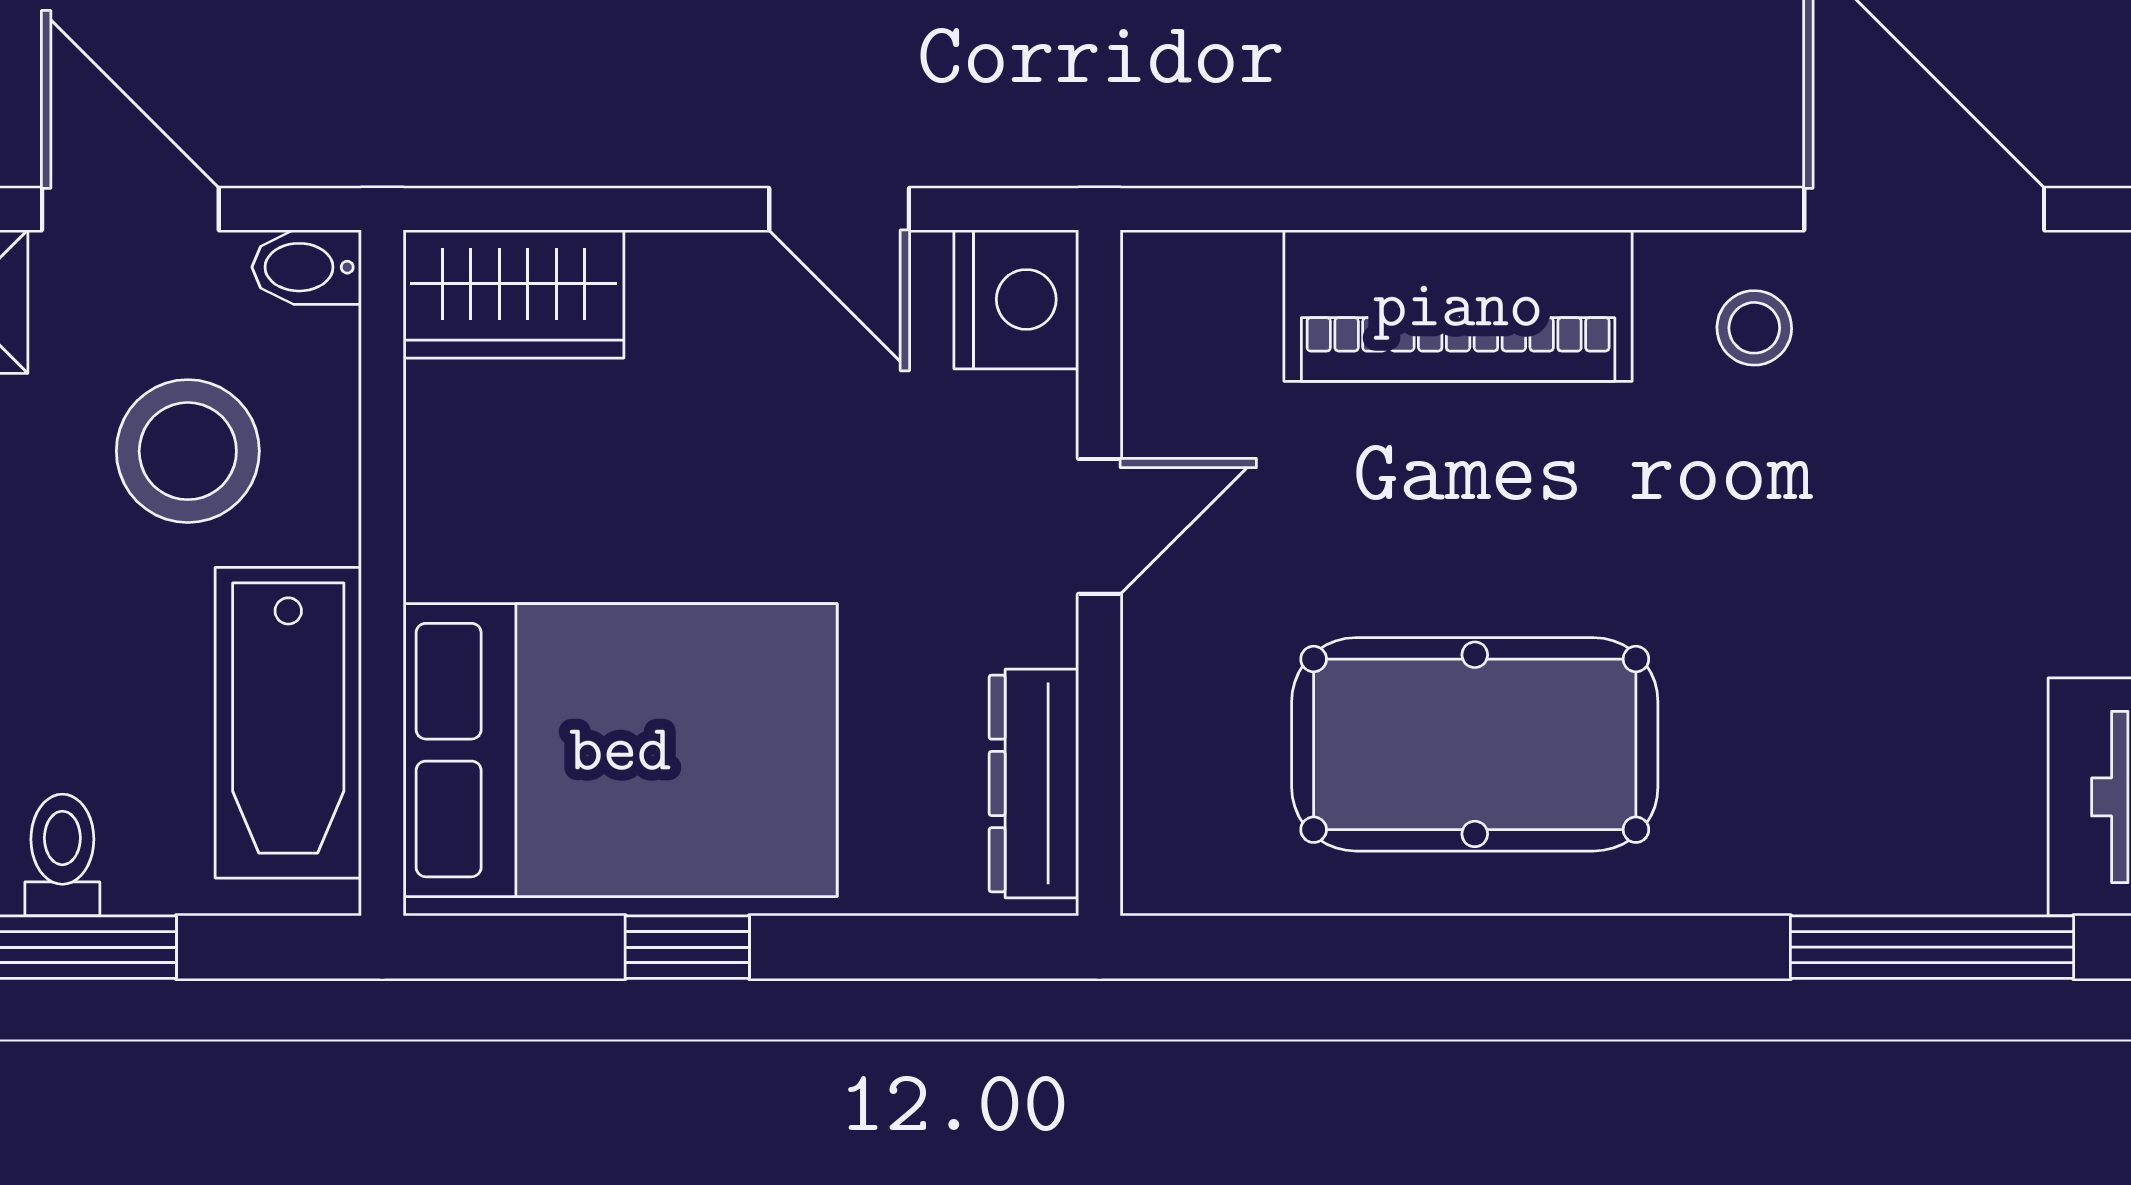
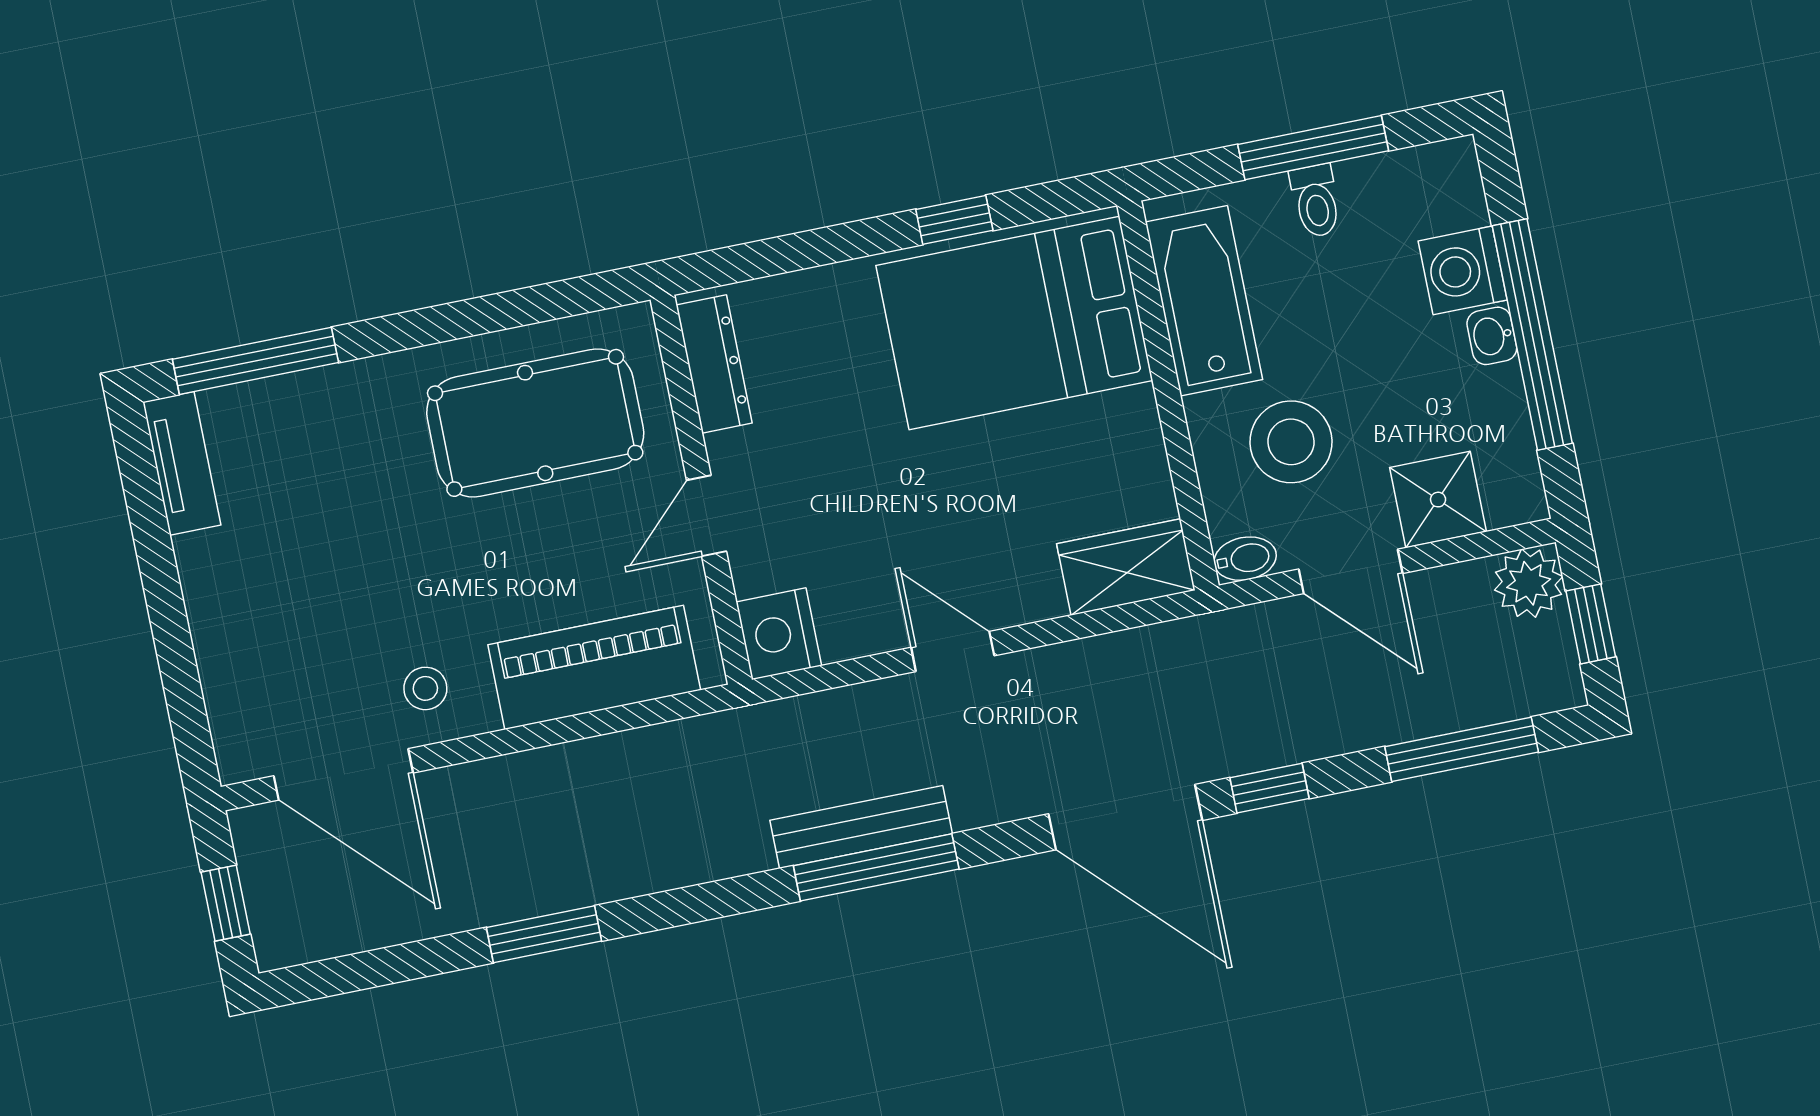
nightstand: (1016, 299) -> (779, 634), moved
door: (1099, 526) -> (706, 516), moved
wall: (1099, 573) -> (701, 490), moved
dresser: (1034, 783) -> (714, 364), moved

